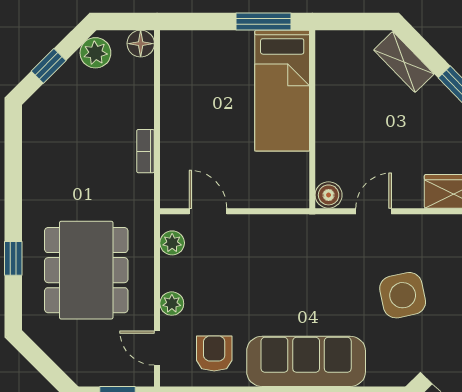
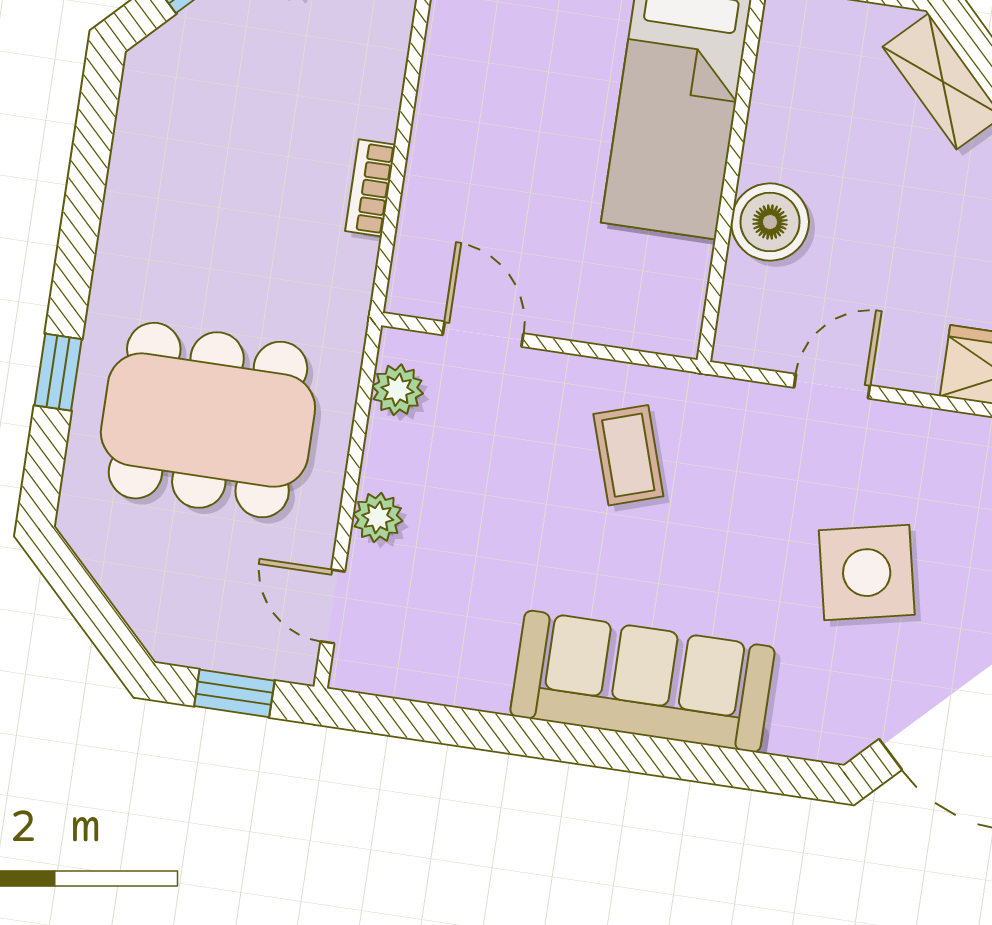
boiler: (329, 195) -> (770, 222), moved, width x1.36, depth x1.36
coffee table: (284, 257) -> (628, 455), added
dining table: (86, 270) -> (208, 420), turned 90
armchair: (214, 353) -> (451, 636), removed

